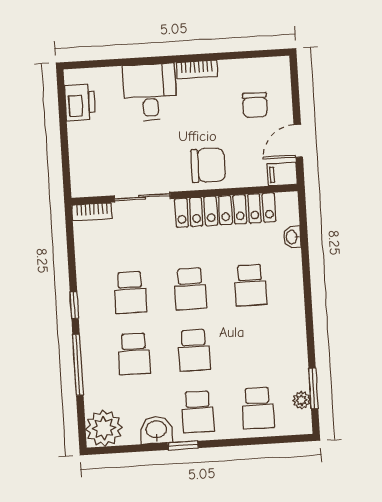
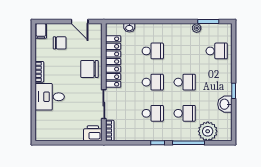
printer: (80, 102) -> (93, 133), moved
chair: (208, 165) -> (89, 69), turned -90
filing cabinet: (282, 174) -> (41, 31), moved
plant: (302, 400) -> (197, 28), moved
school desk: (198, 412) -> (217, 82), removed
plant: (104, 428) -> (208, 131), moved

